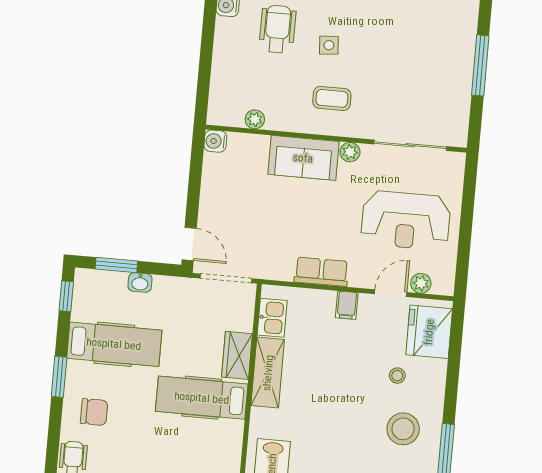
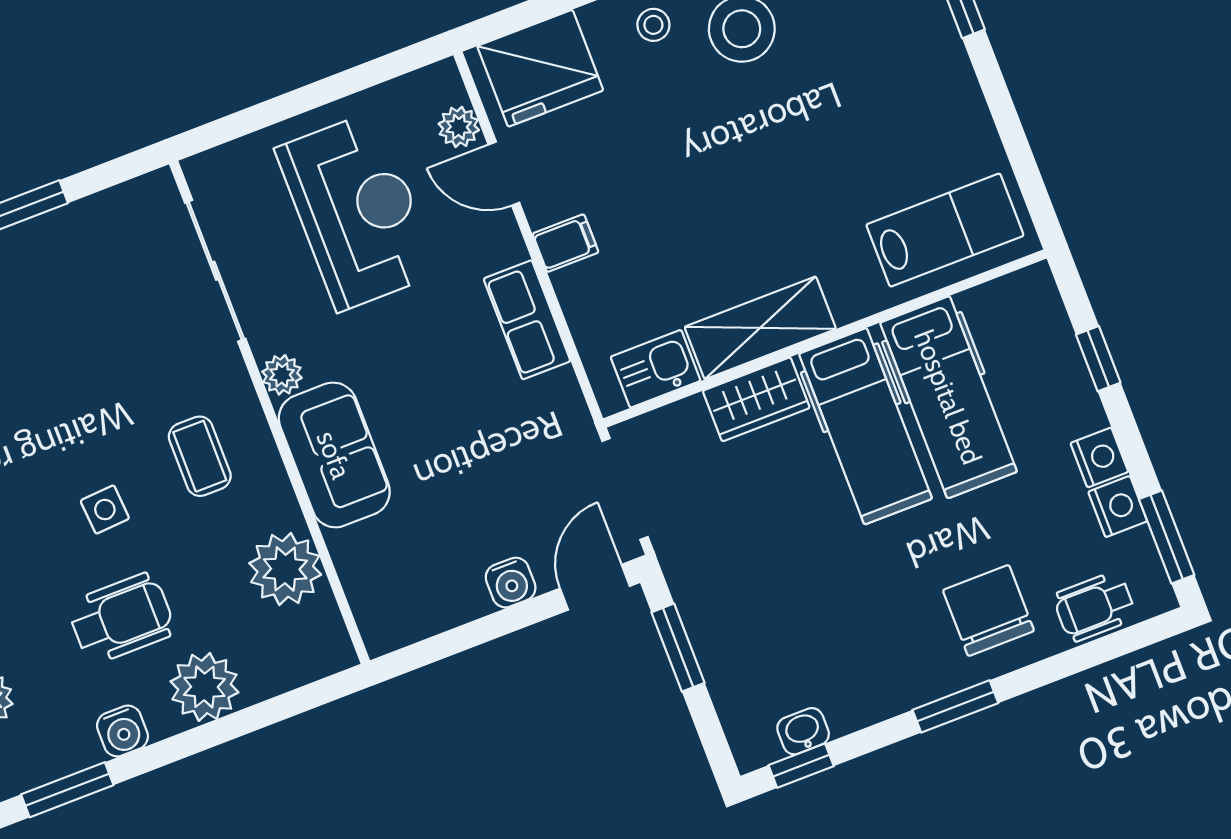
wheelchair: (278, 29) -> (121, 618), turned 180
plant: (229, 51) -> (204, 687), added
plant: (255, 119) -> (285, 569), width x1.88, depth x1.88
water cooler: (215, 141) -> (511, 583), moved
window: (116, 265) -> (678, 648), moved
washbasin: (140, 283) -> (803, 731), moved, turned -90
hospital bed: (114, 344) -> (948, 397), moved, turned 180
stool: (397, 376) -> (653, 25), moved
chair: (94, 412) -> (989, 610), width x1.37, depth x1.37

